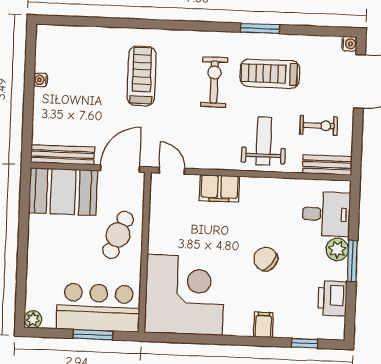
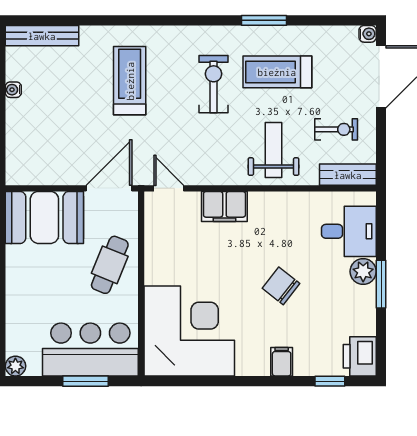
bench: (63, 155) -> (42, 36), moved
printer: (332, 298) -> (360, 356), moved

